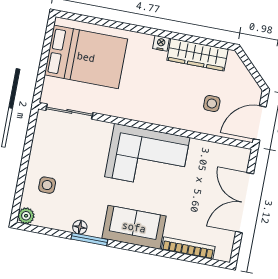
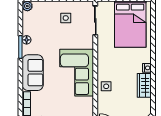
wardrobe: (197, 55) -> (144, 85), width x0.67
side table: (212, 104) -> (106, 86), moved
side table: (47, 185) -> (66, 18), moved

